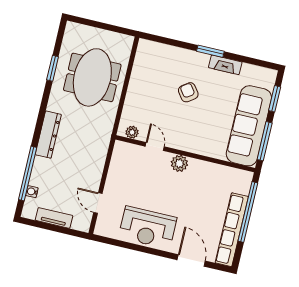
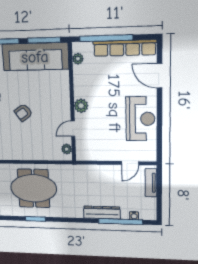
dresser: (48, 135) -> (102, 213), moved
plant: (234, 174) -> (78, 59), added
tv unit: (54, 218) -> (151, 183), moved
door: (191, 260) -> (159, 76), hinge flipped

